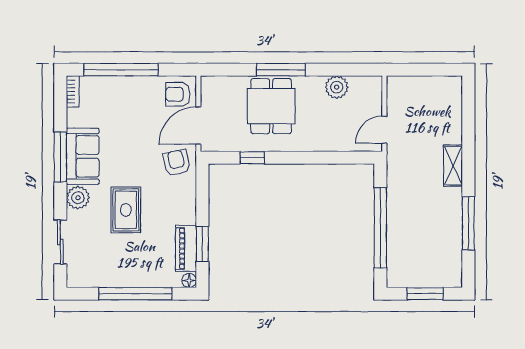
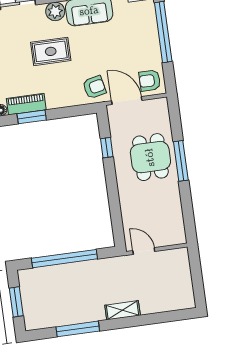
plant: (337, 87) -> (173, 208), removed
armchair: (178, 94) -> (150, 81), turned -90
dining table: (271, 106) -> (150, 157), turned 90

